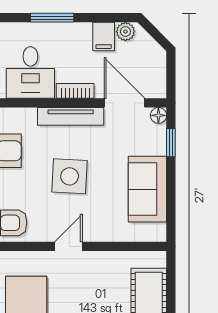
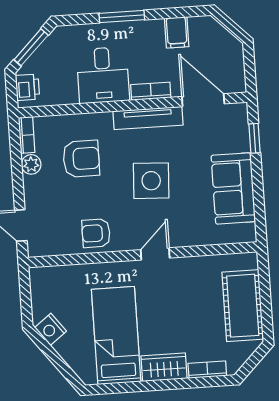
plant: (125, 32) -> (199, 26), removed
floor lamp: (158, 115) -> (240, 111), removed

